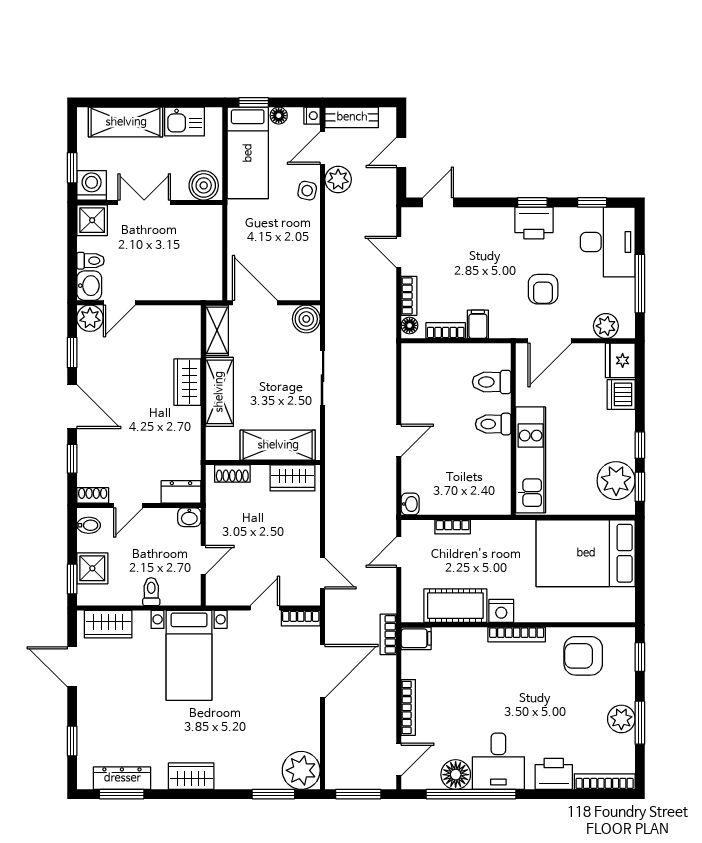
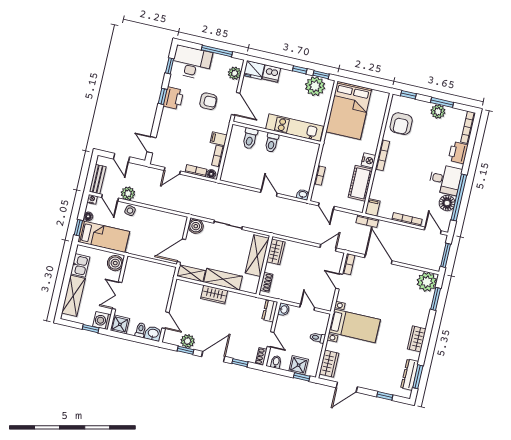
plant: (90, 318) -> (188, 341), moved

